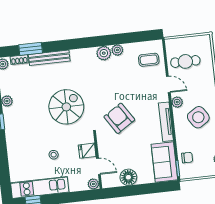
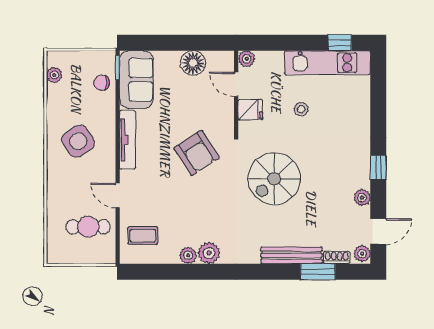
plant: (177, 102) -> (107, 167), removed

